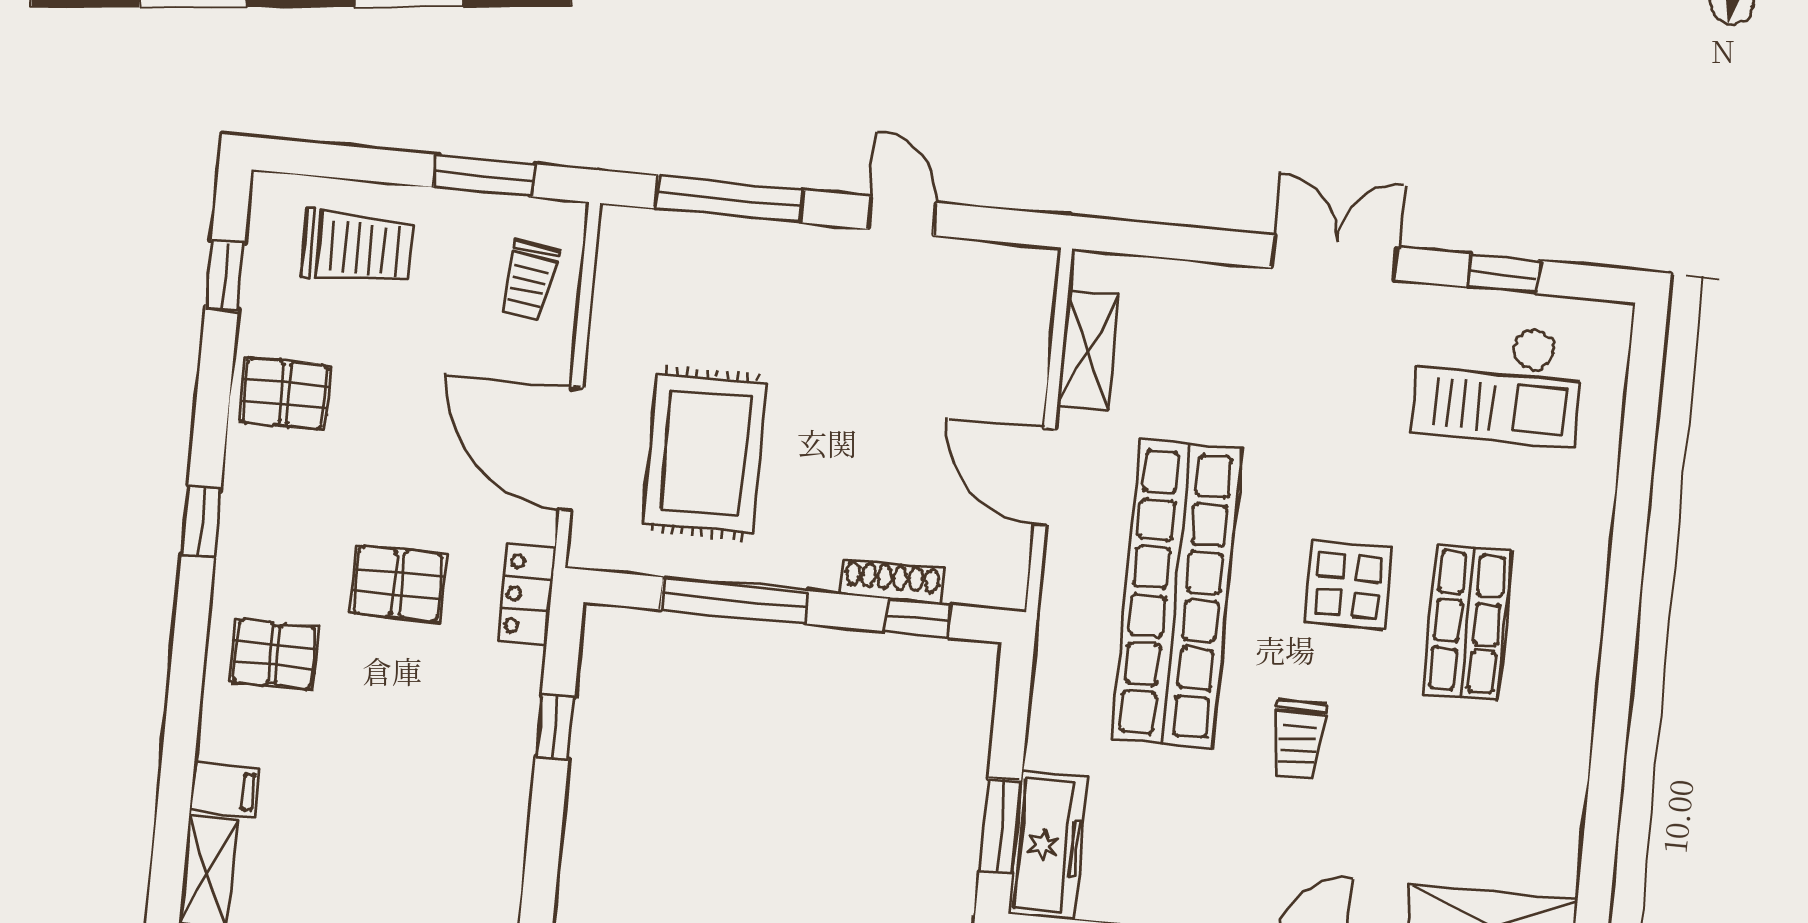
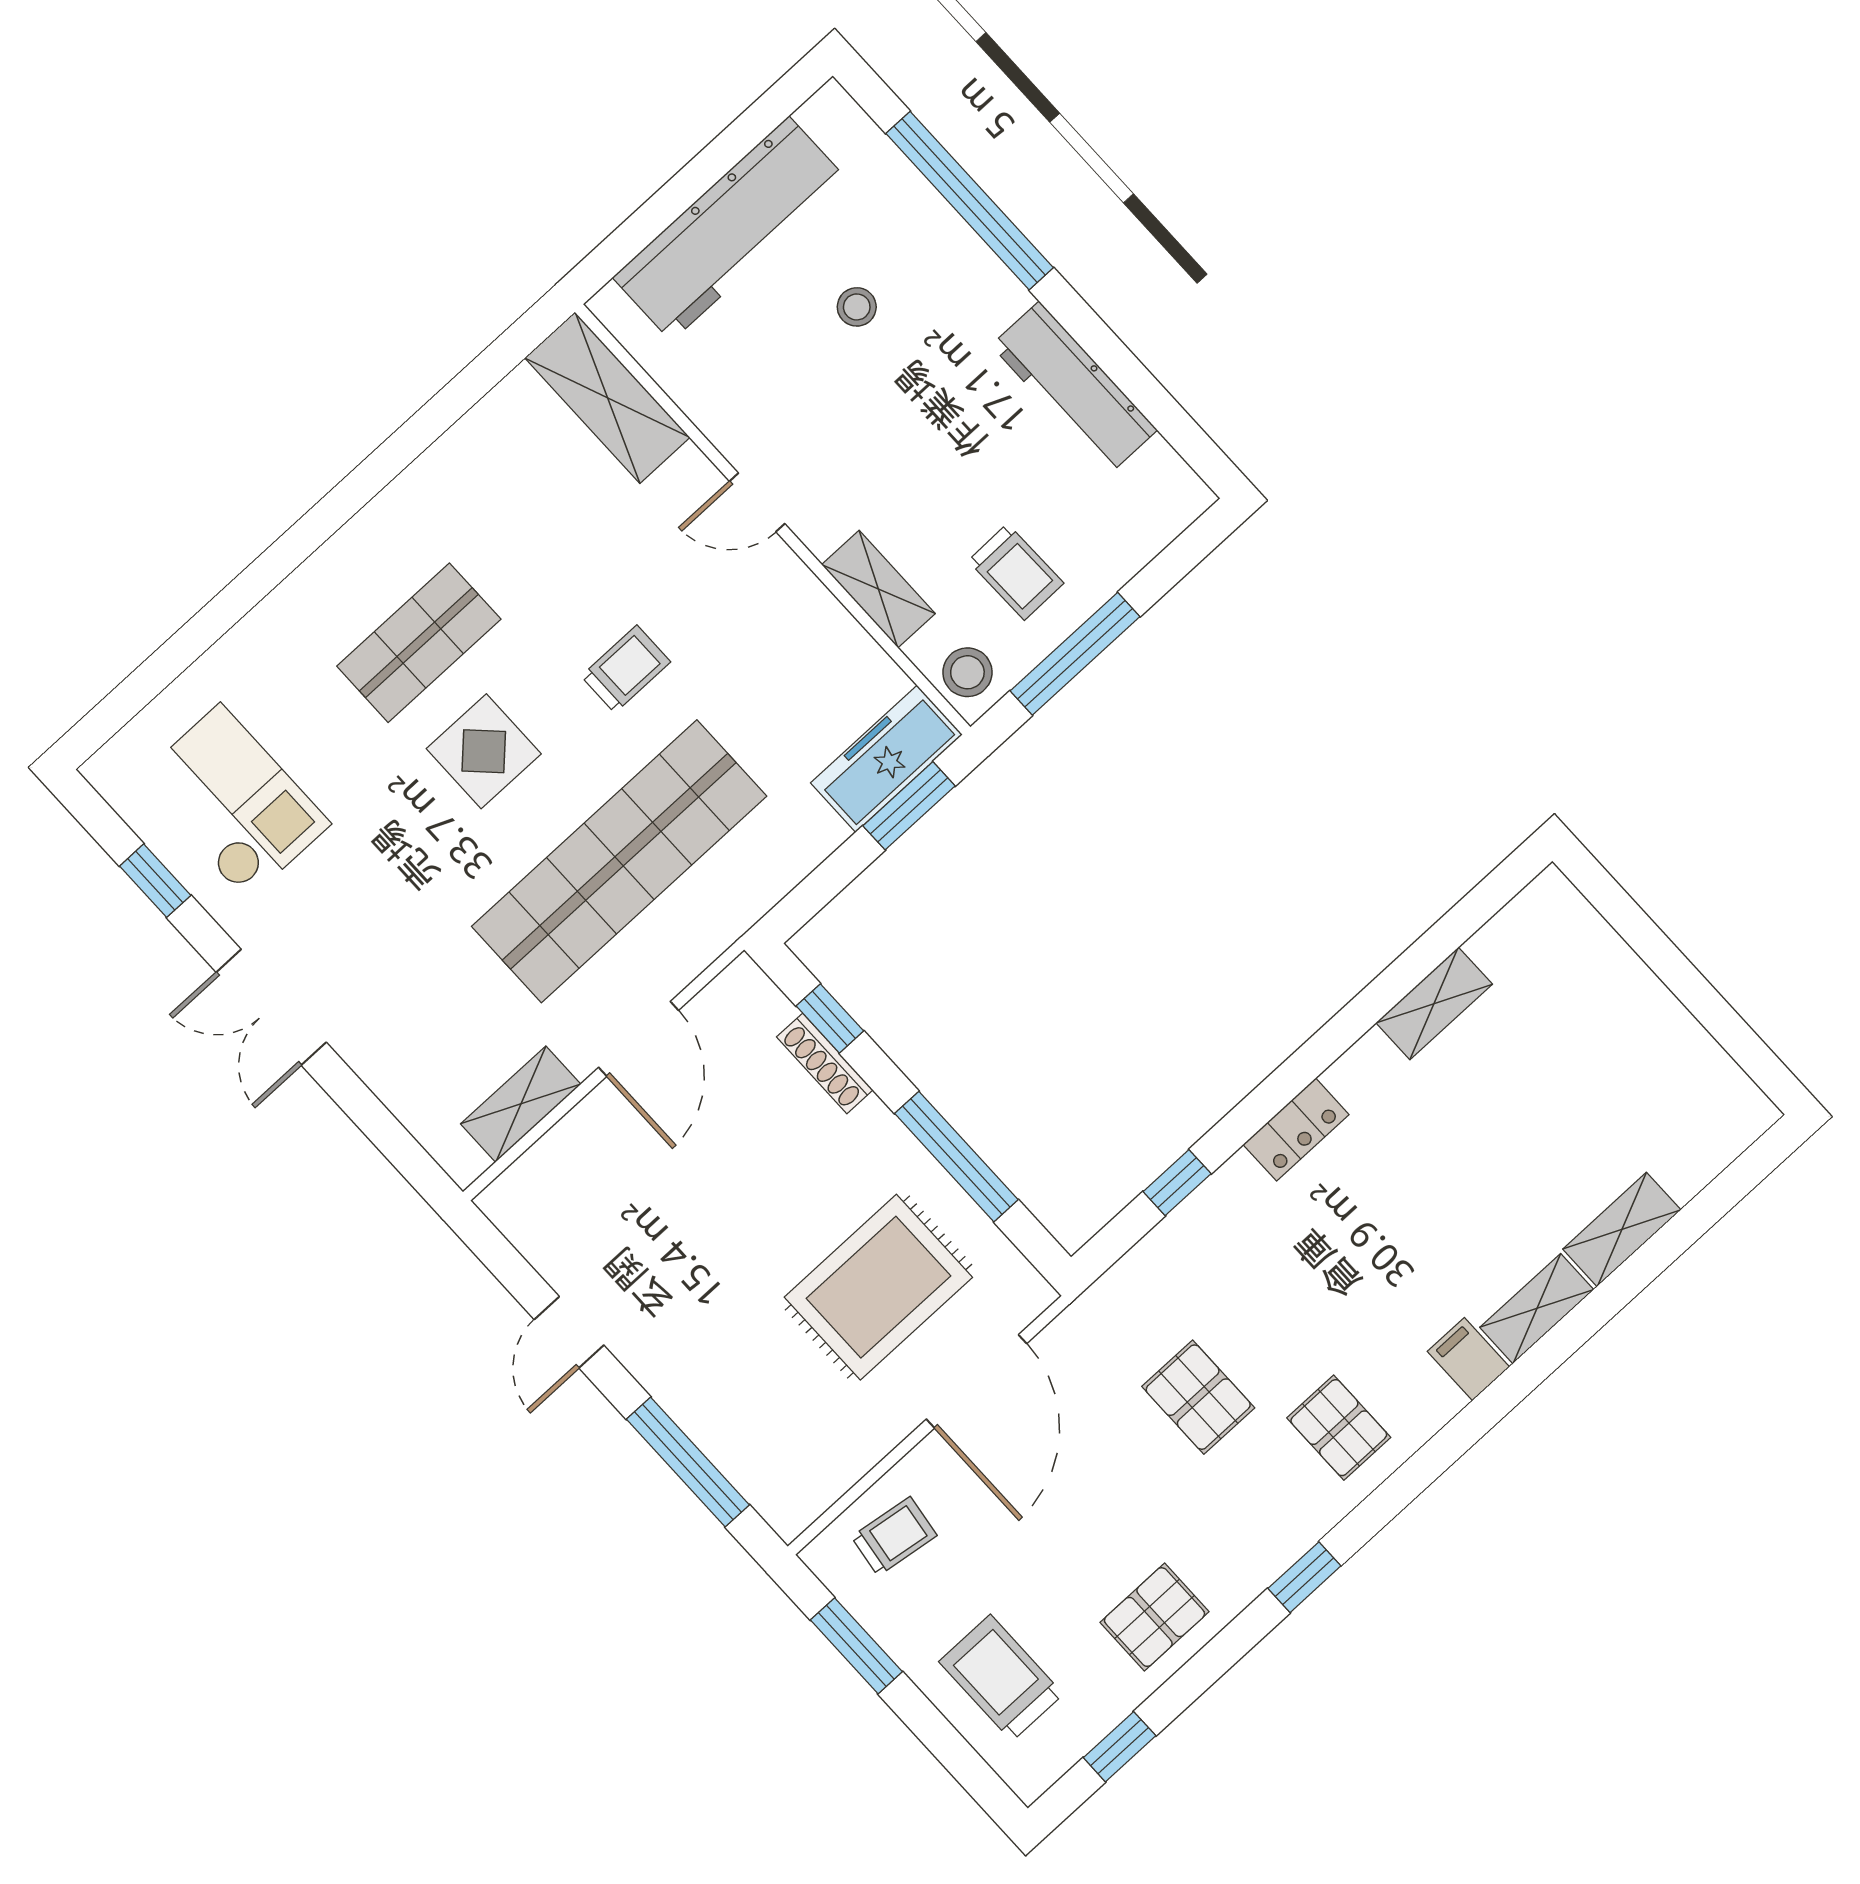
pallet: (285, 394) -> (1154, 1617), turned 90
locker: (527, 594) -> (1296, 1130), moved

